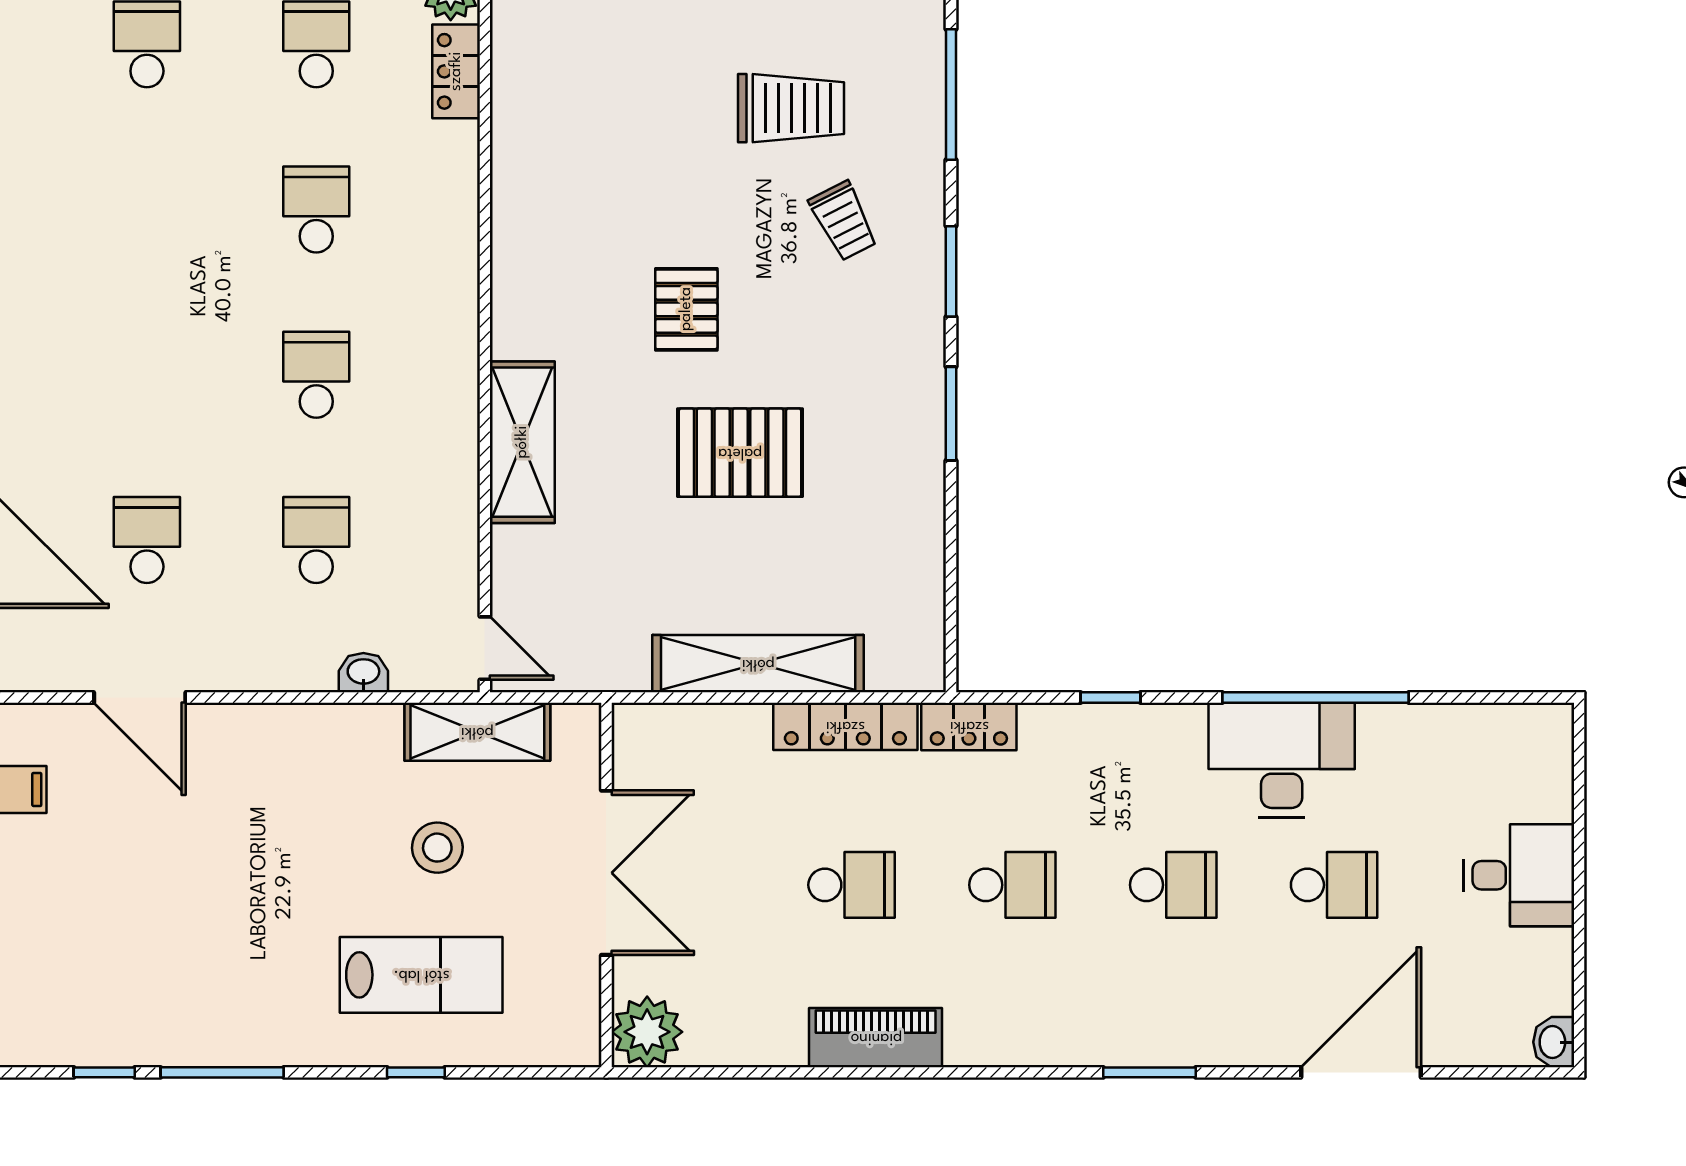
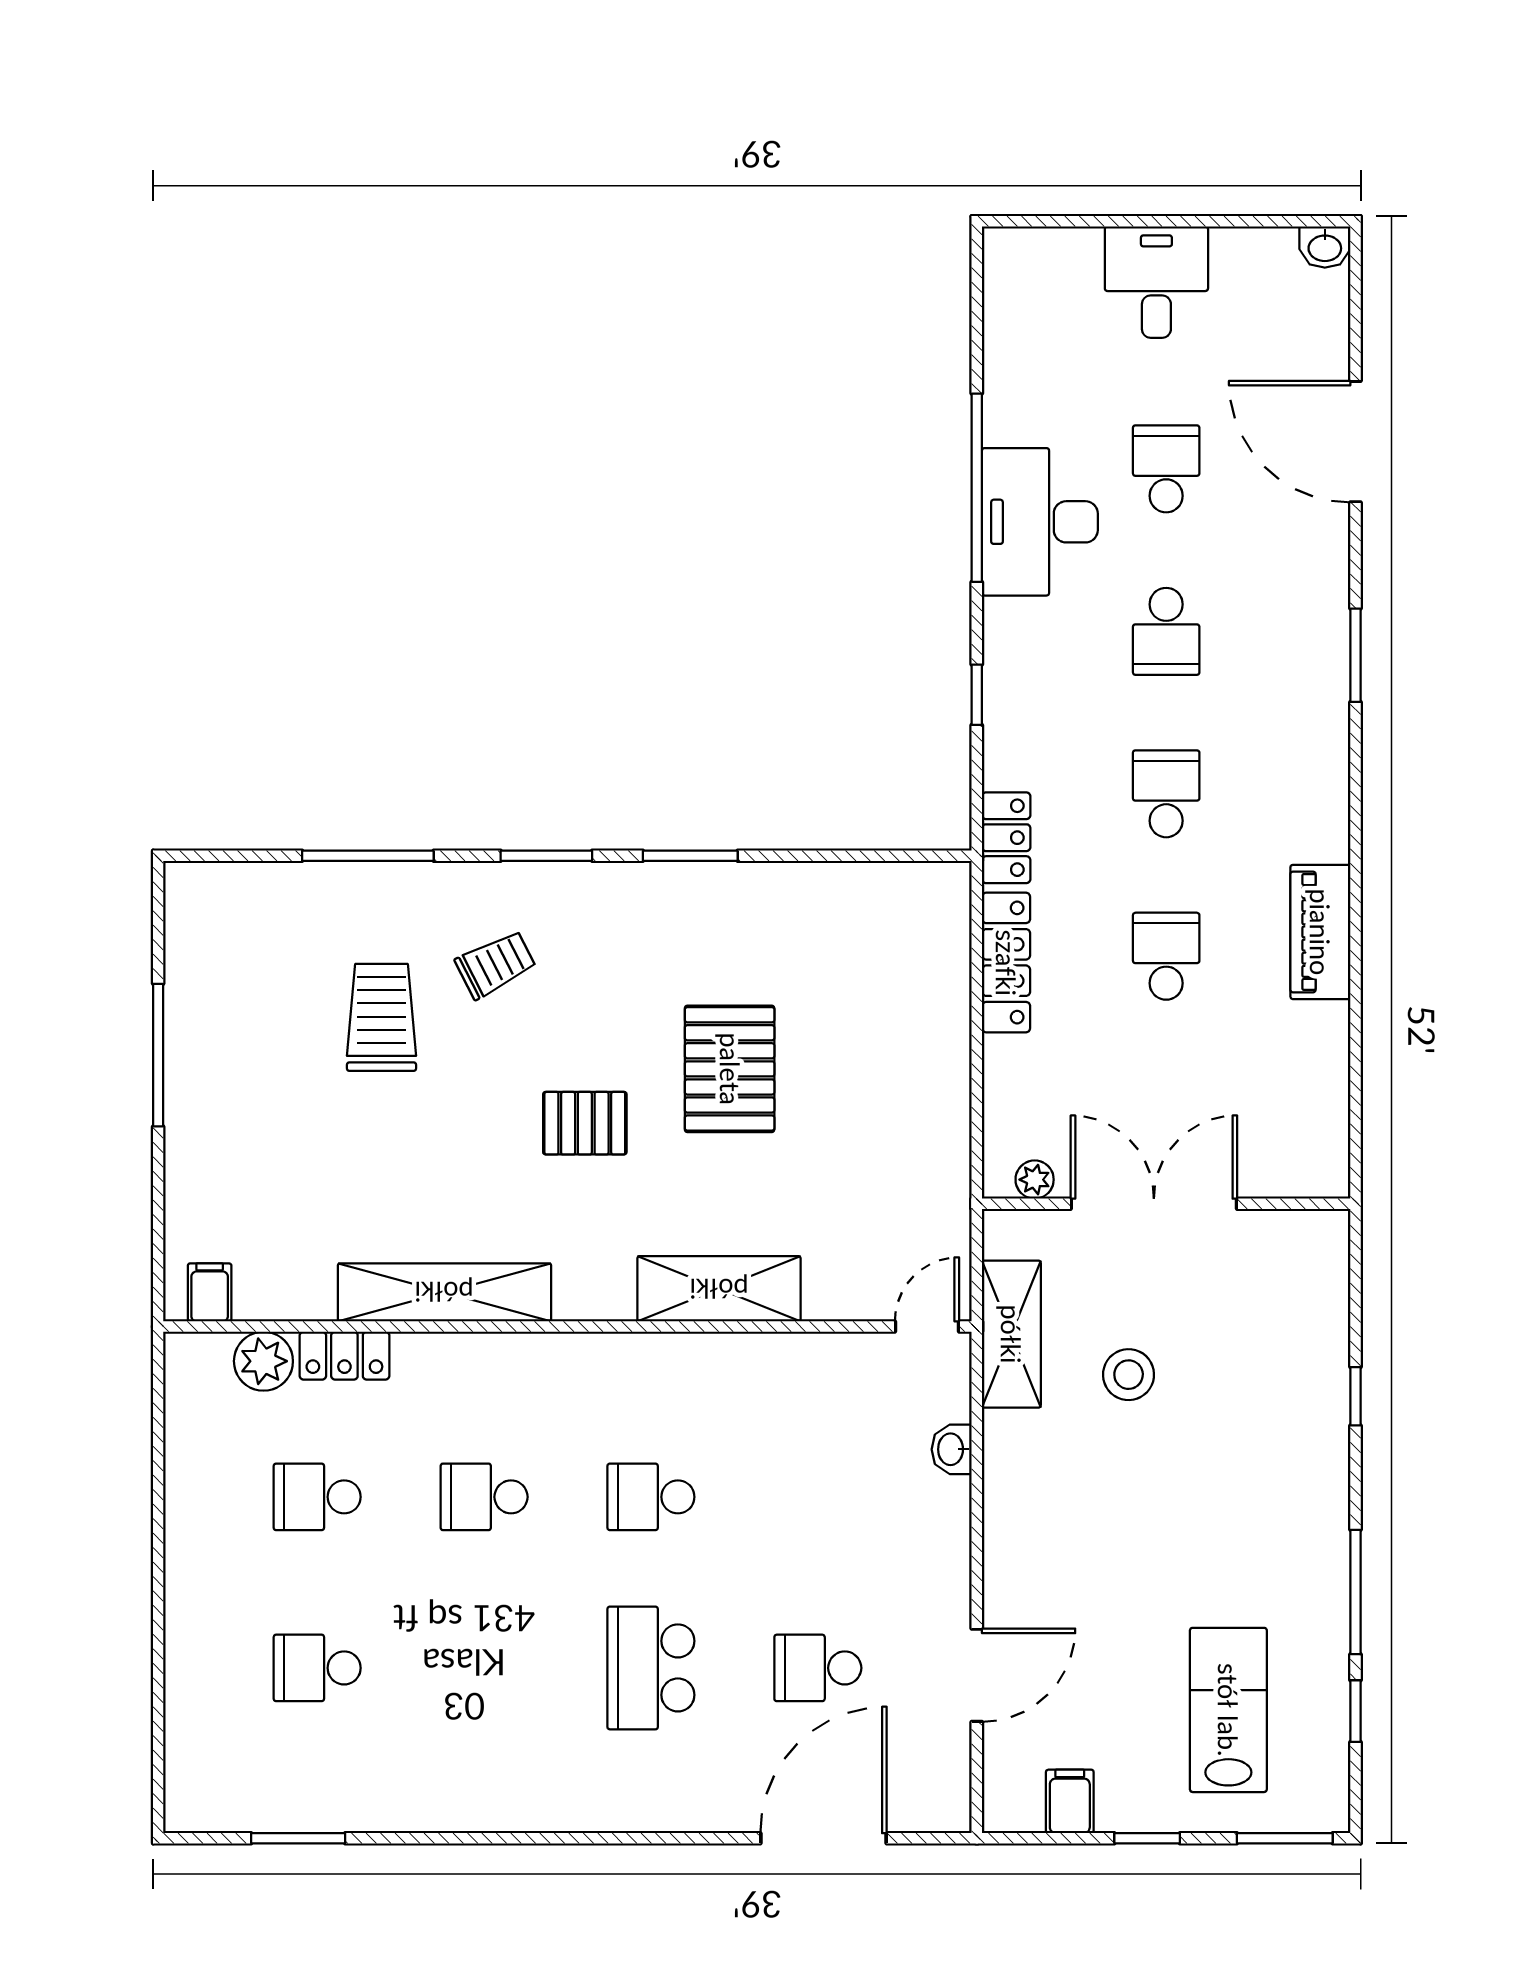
school desk: (316, 540) -> (651, 1668), moved, width x1.85
shelving: (758, 664) -> (444, 1292), moved, turned 90
school desk: (1173, 885) -> (1166, 631), turned 180
lab bench: (421, 975) -> (1228, 1710), moved
plant: (647, 1032) -> (1035, 1180), moved, width x0.53, depth x0.53

